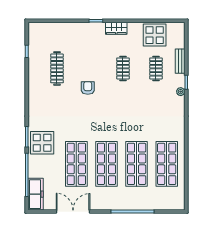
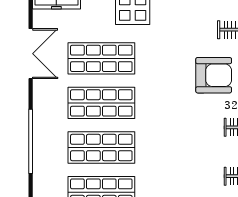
armchair: (88, 88) -> (214, 75), width x1.88, depth x1.88

